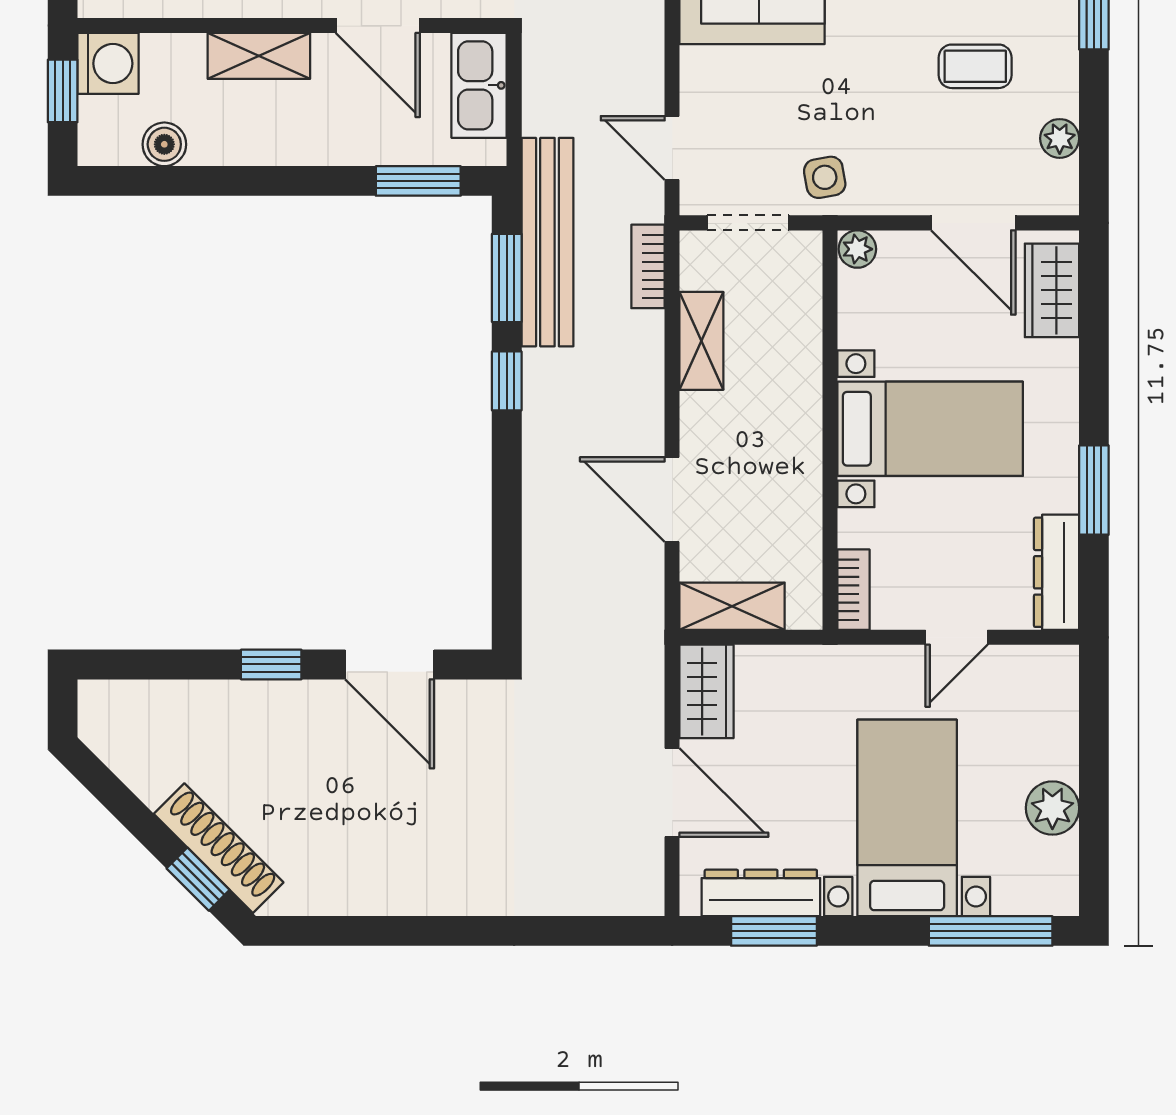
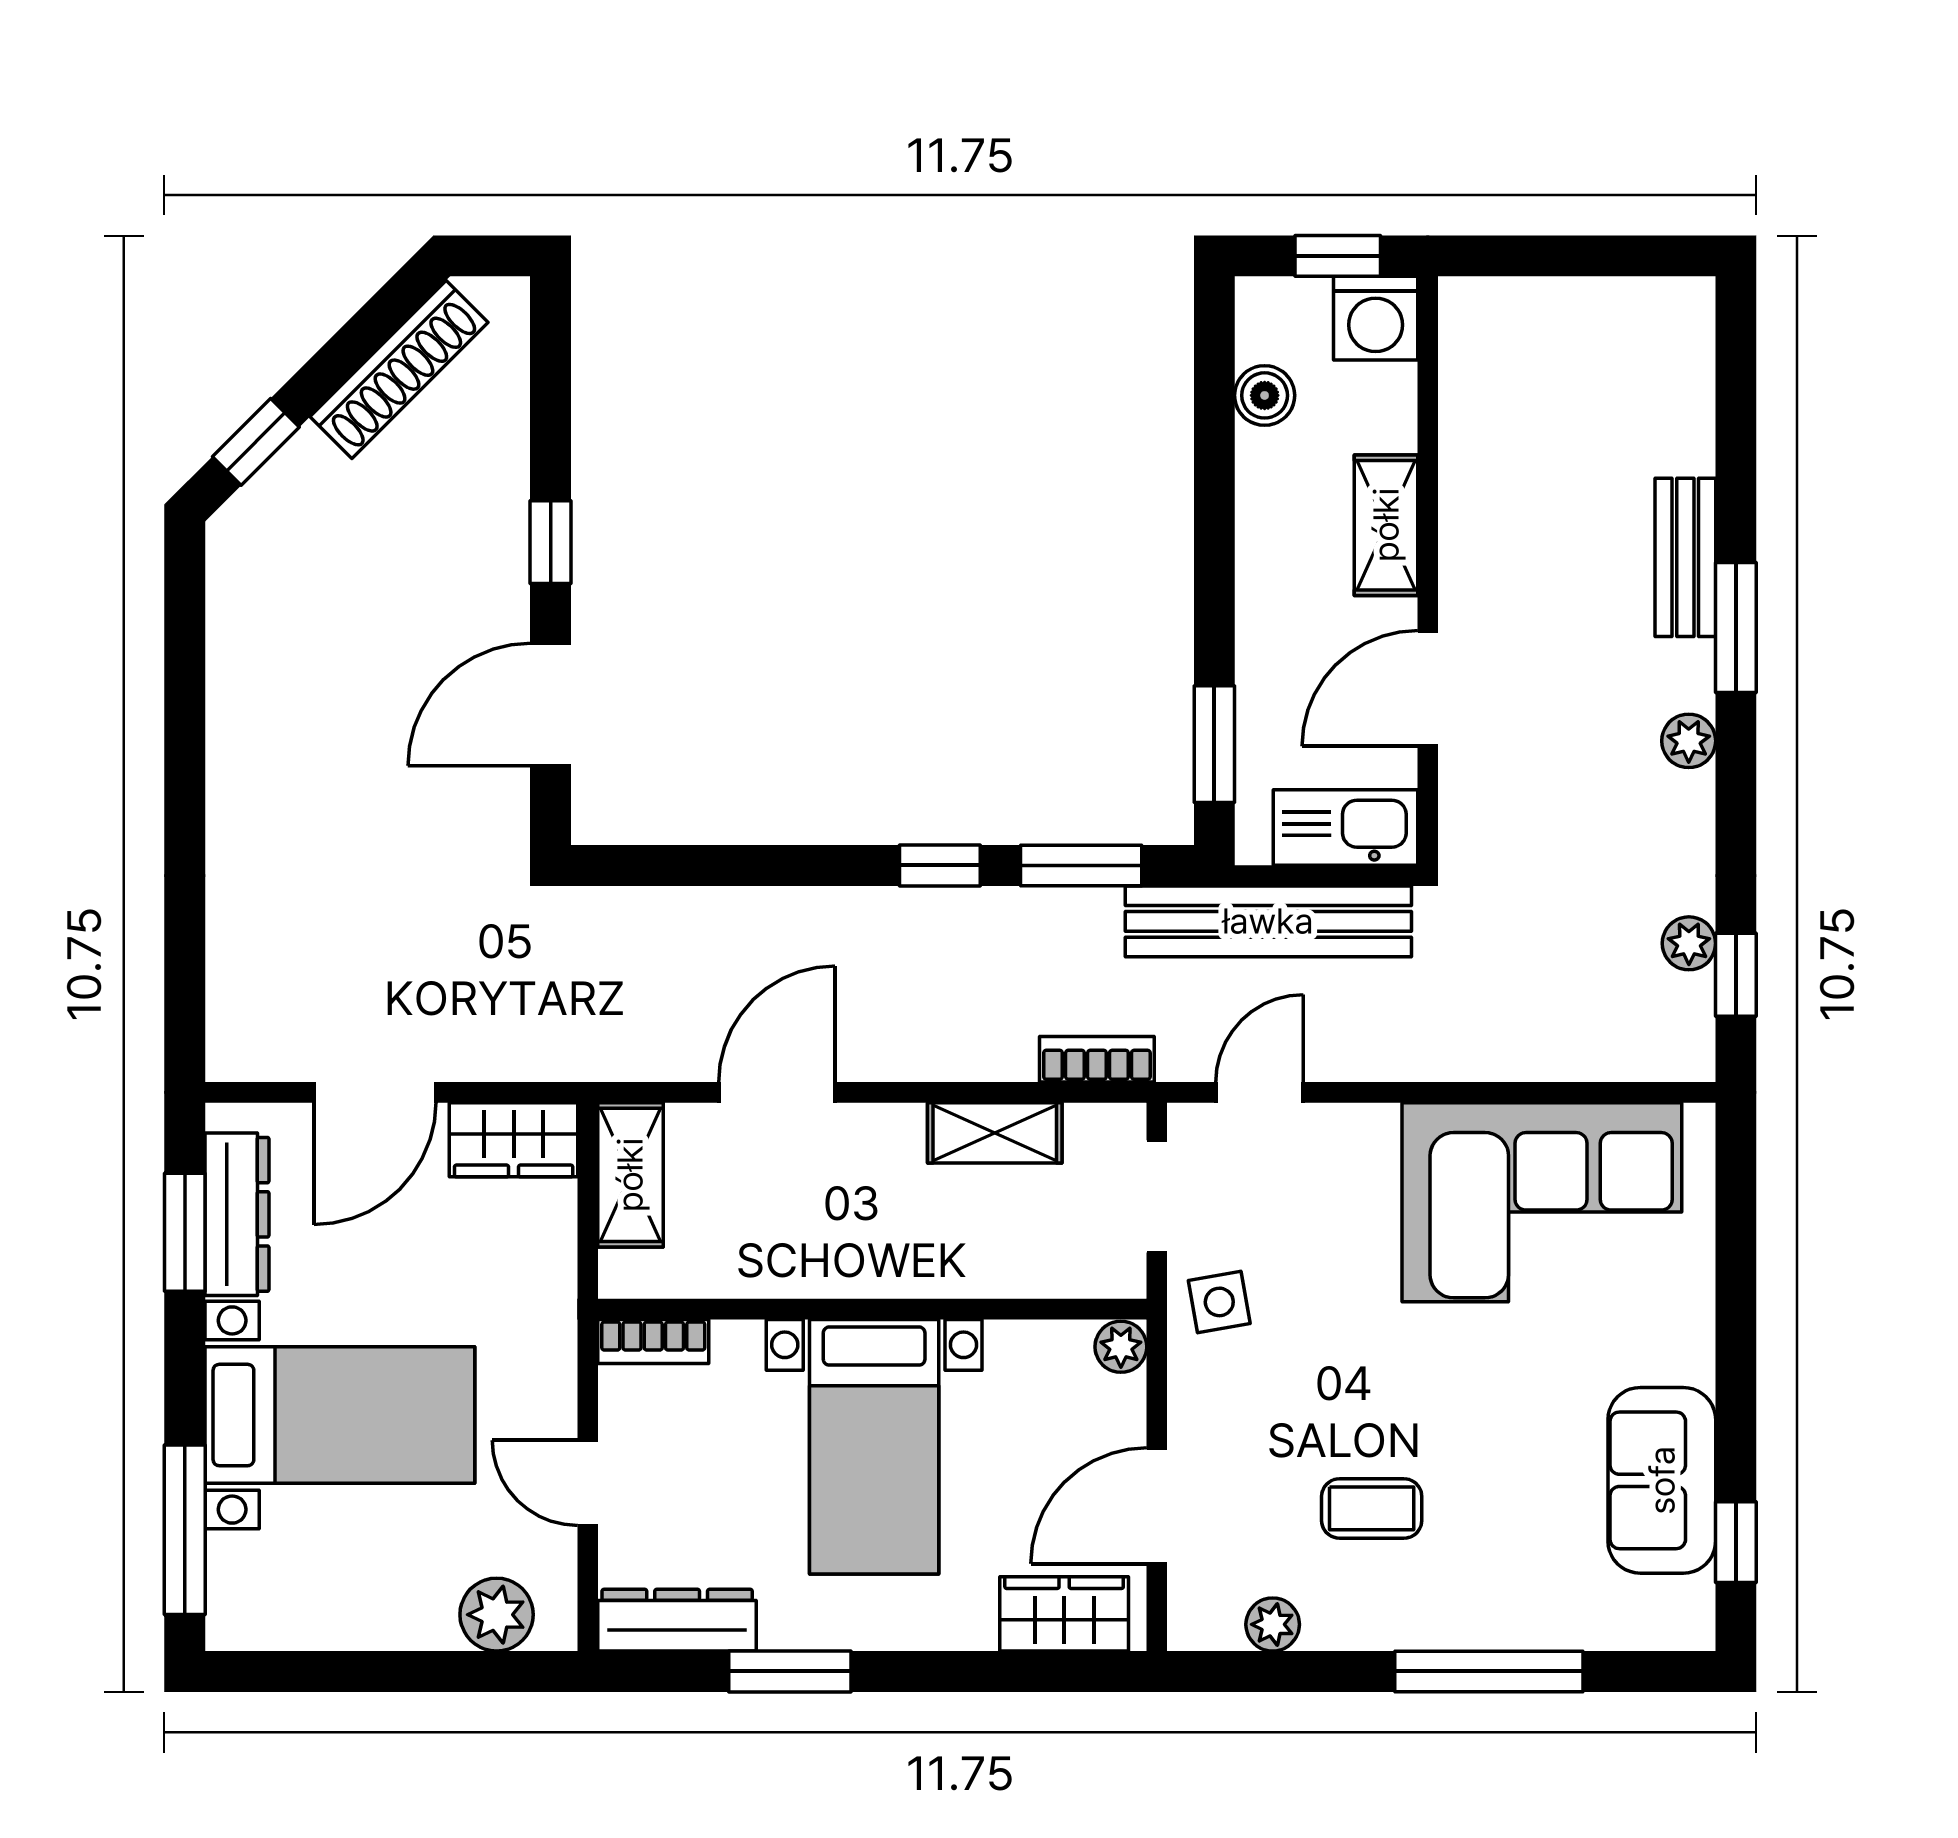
coffee table: (975, 66) -> (1372, 1508), turned 90
bench: (547, 242) -> (1268, 921), moved
plant: (1052, 808) -> (497, 1615), moved
shoe rack: (219, 848) -> (399, 370), moved

